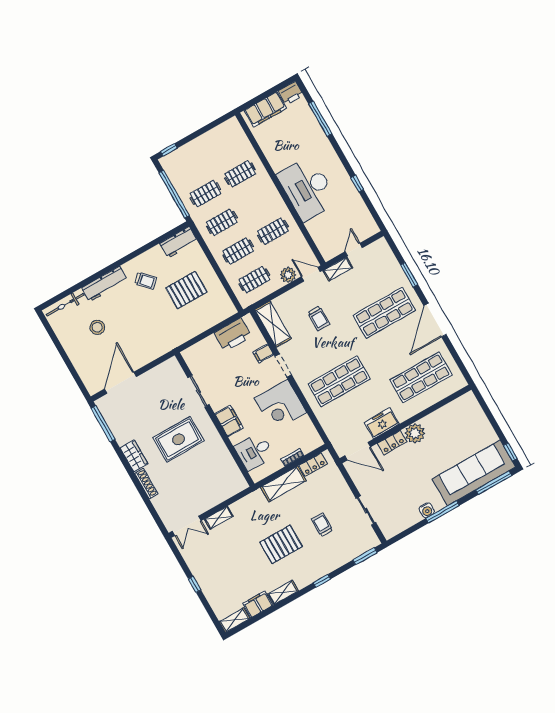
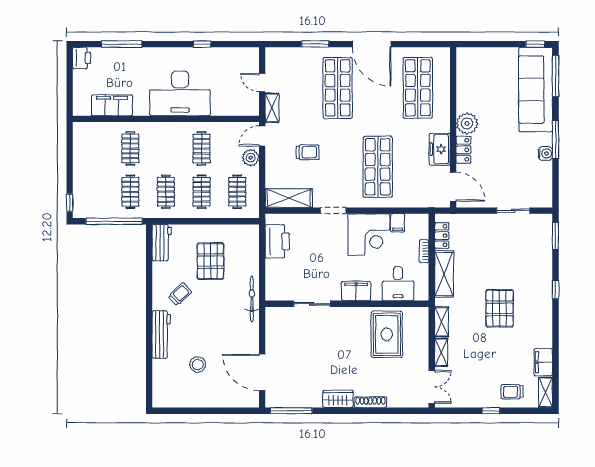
filing cabinet: (265, 109) -> (112, 105), moved, turned -90
bicycle: (65, 305) -> (252, 299), moved, turned 180
filing cabinet: (263, 353) -> (398, 223), moved
rug: (178, 439) -> (387, 334), moved
door: (358, 451) -> (453, 187), hinge flipped
trolley: (322, 525) -> (512, 392), moved
shelving: (283, 592) -> (442, 322), moved

